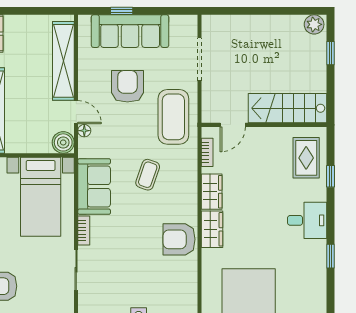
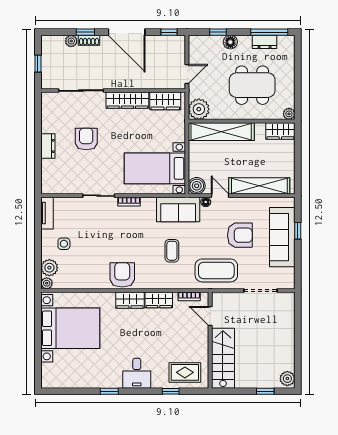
door: (76, 112) -> (220, 196), swing flipped
coffee table: (148, 175) -> (172, 251), turned 71
sofa: (94, 186) -> (178, 210), moved

